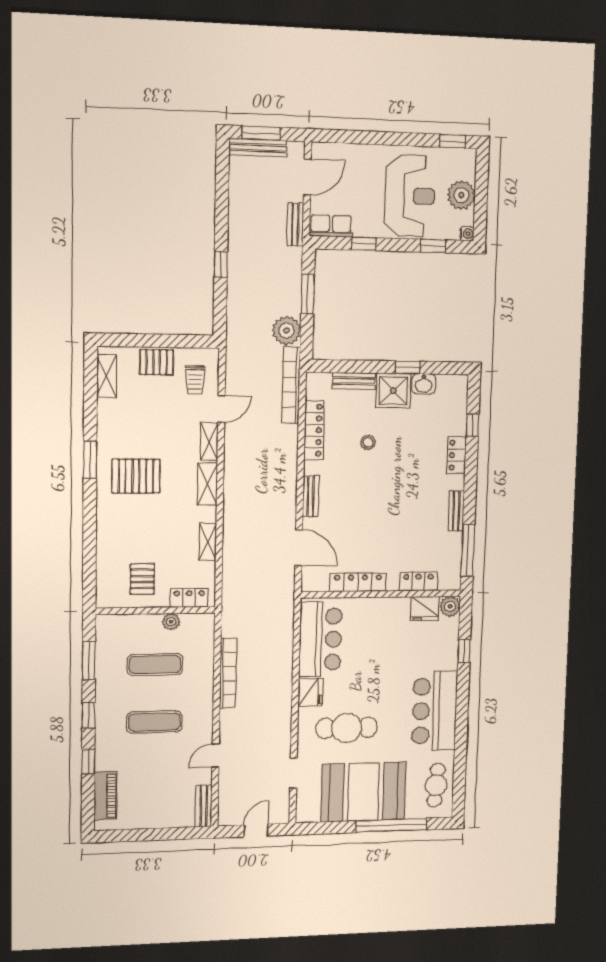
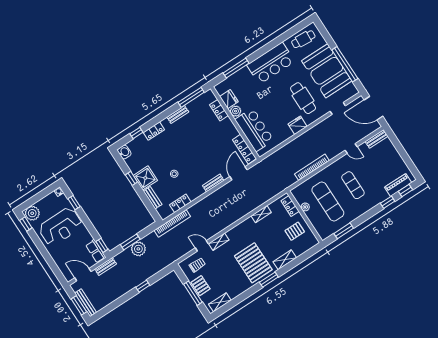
plant: (461, 195) -> (32, 213), moved
reception desk: (410, 196) -> (61, 227), turned 180
window: (364, 244) -> (102, 245), moved
plant: (287, 330) -> (138, 249), moved
window: (152, 341) -> (193, 293), added
washbasin: (424, 384) -> (124, 152), moved
locker: (314, 430) -> (180, 203), width x0.66
window: (90, 460) -> (269, 280), moved
pallet: (136, 476) -> (253, 263), width x1.37, depth x1.41
shelving: (207, 484) -> (285, 260), moved
locker: (358, 582) -> (244, 149), moved
plant: (450, 606) -> (236, 111), moved
bar counter: (320, 639) -> (254, 130), moved, turned 90
window: (464, 651) -> (236, 68), width x2.17
exercise mat: (155, 665) -> (328, 202), width x1.36, depth x1.45
window: (89, 715) -> (406, 191), moved
window: (391, 825) -> (345, 64), moved
door: (256, 830) -> (373, 108), width x1.87

